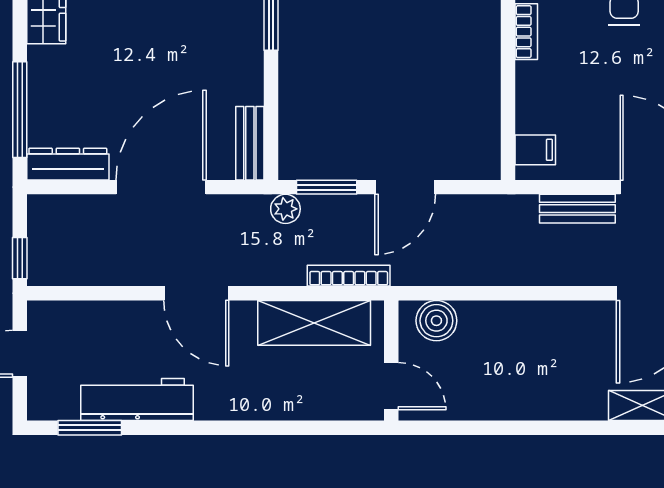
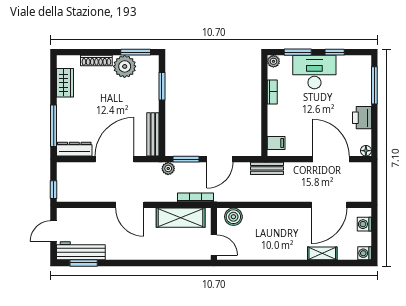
bench: (250, 143) -> (153, 134), width x1.36
bench: (577, 209) -> (267, 168), moved
workbench: (137, 400) -> (81, 251), moved

